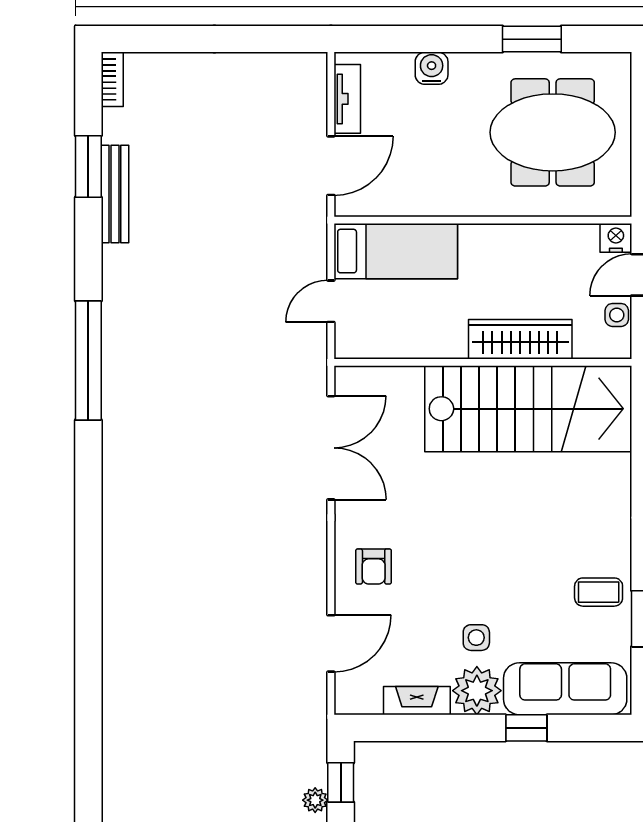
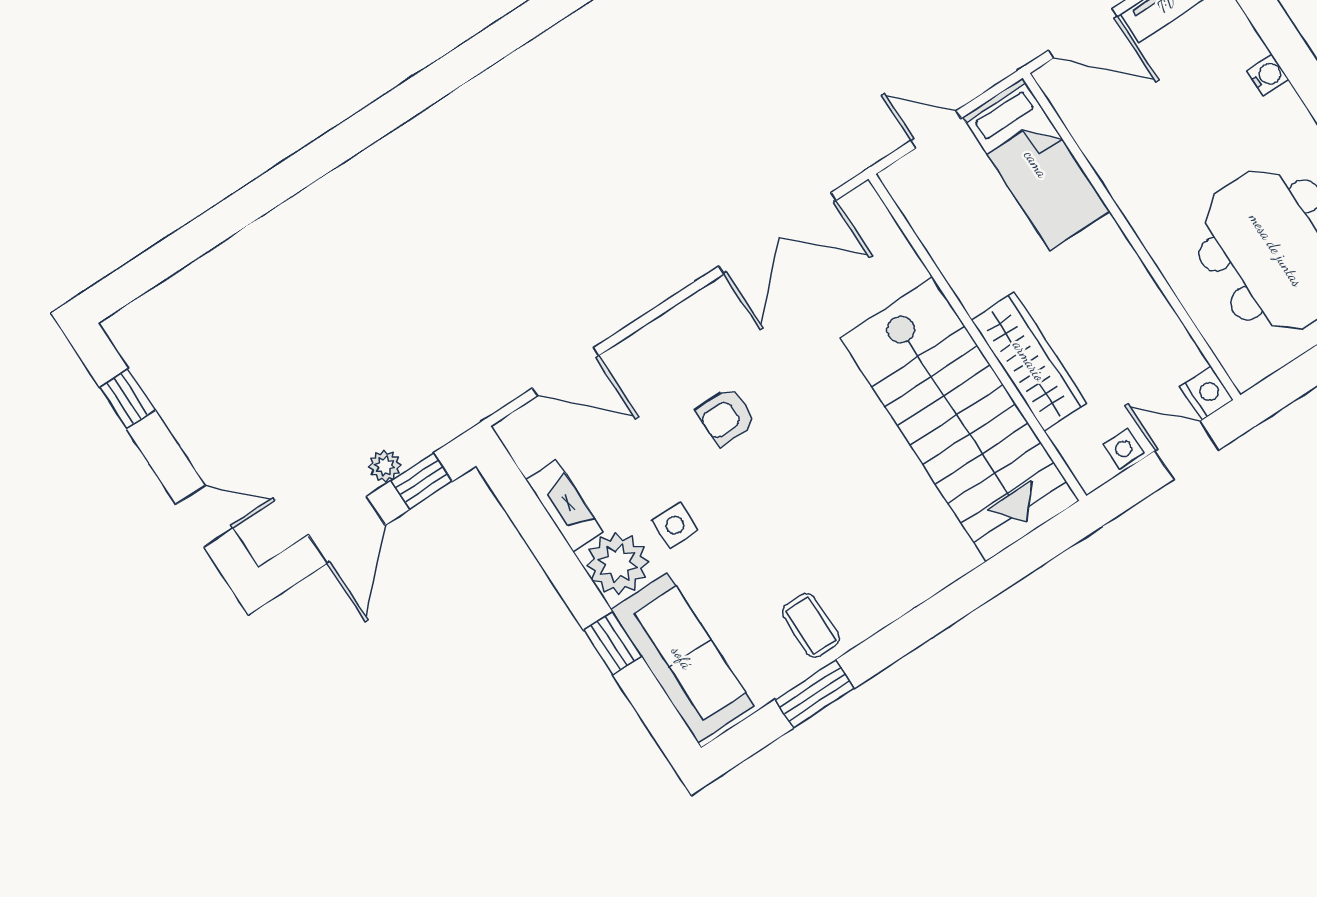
water cooler: (432, 68) -> (1268, 75), width x0.72, depth x0.72
armchair: (374, 566) -> (726, 416), moved

